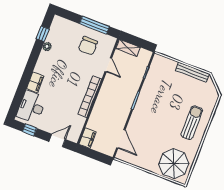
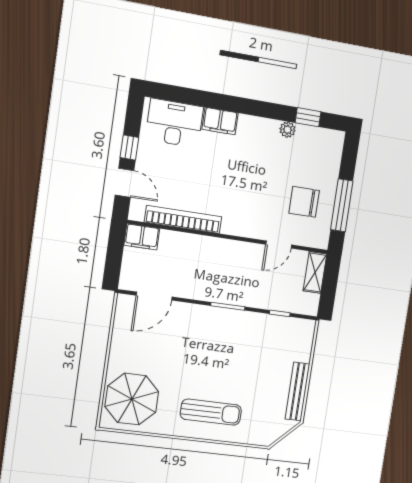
bookcase: (90, 96) -> (183, 219), moved
window: (30, 130) -> (129, 147), moved

